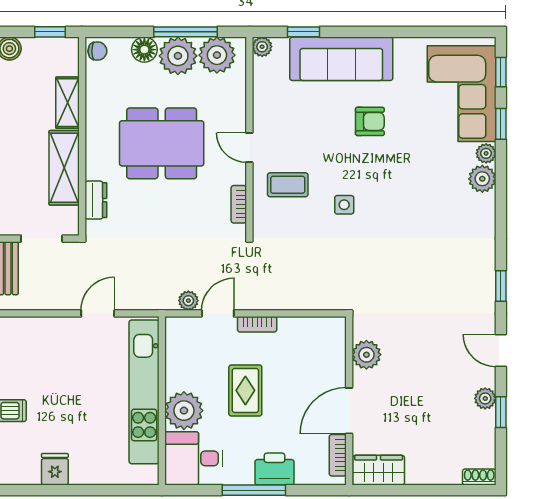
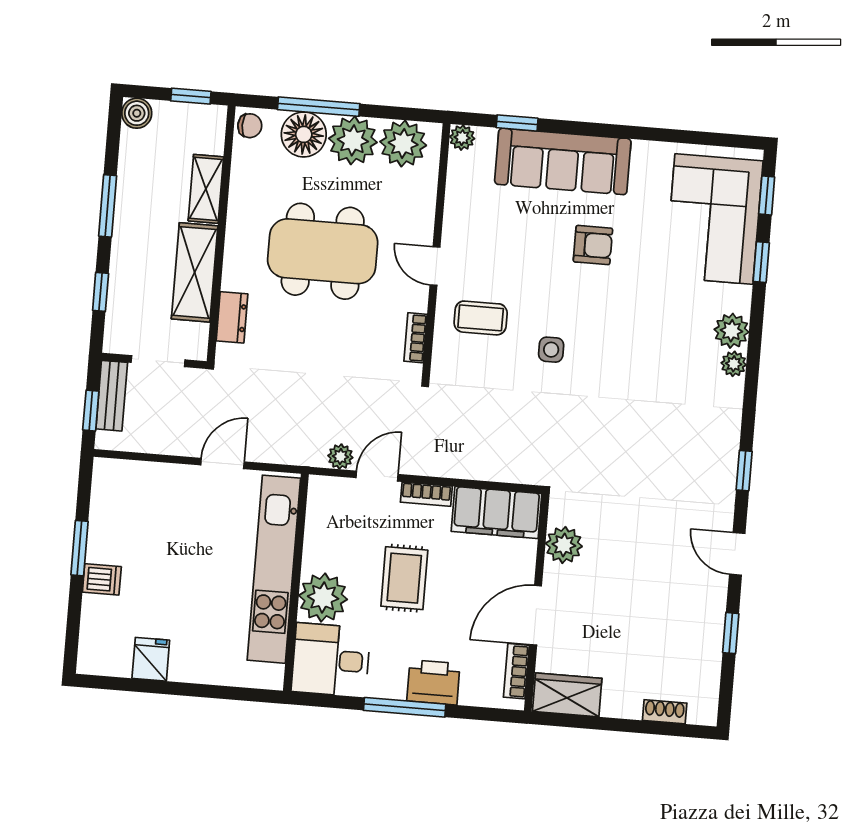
window: (185, 32) -> (319, 107), moved
floor lamp: (144, 50) -> (304, 134), width x1.38, depth x1.38
plant: (486, 153) -> (734, 364), moved
filing cabinet: (312, 334) -> (496, 512), added
plant: (485, 398) -> (712, 614), removed
shoe rack: (479, 477) -> (665, 712), moved

